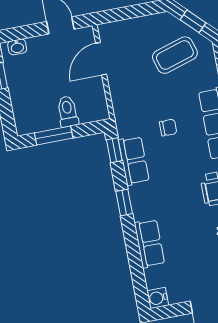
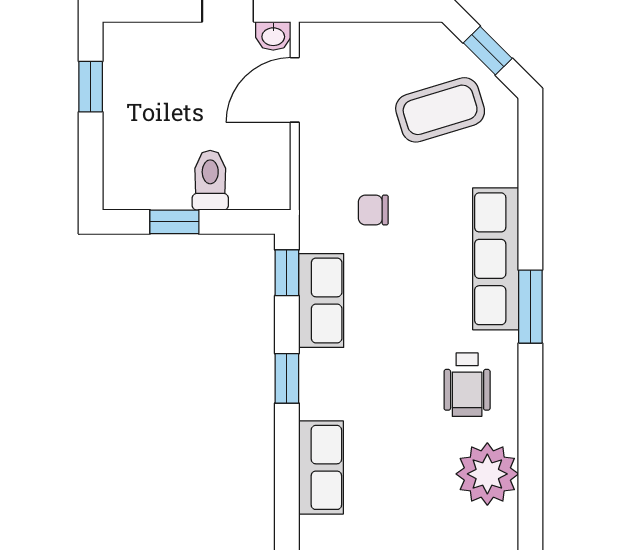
washbasin: (17, 47) -> (273, 36), moved
chair: (168, 128) -> (373, 210), moved, turned 180
window: (54, 135) -> (174, 222), width x0.67

